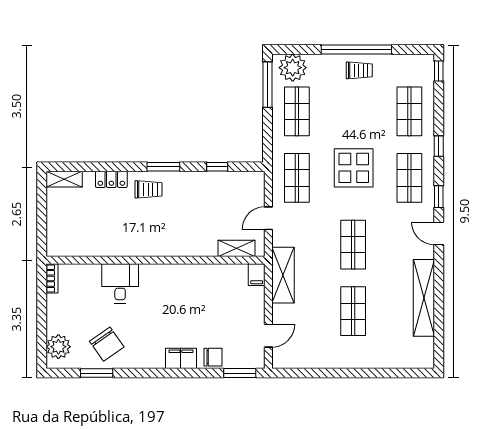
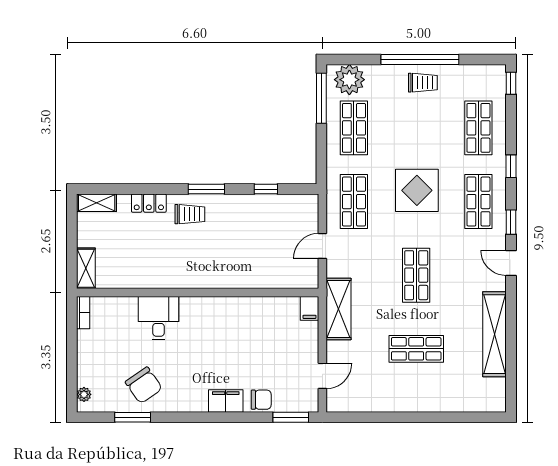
shelving: (237, 248) -> (86, 268), moved, turned 90
shop shelf: (353, 311) -> (416, 349), turned 90
plant: (58, 347) -> (84, 394), width x0.53, depth x0.53

